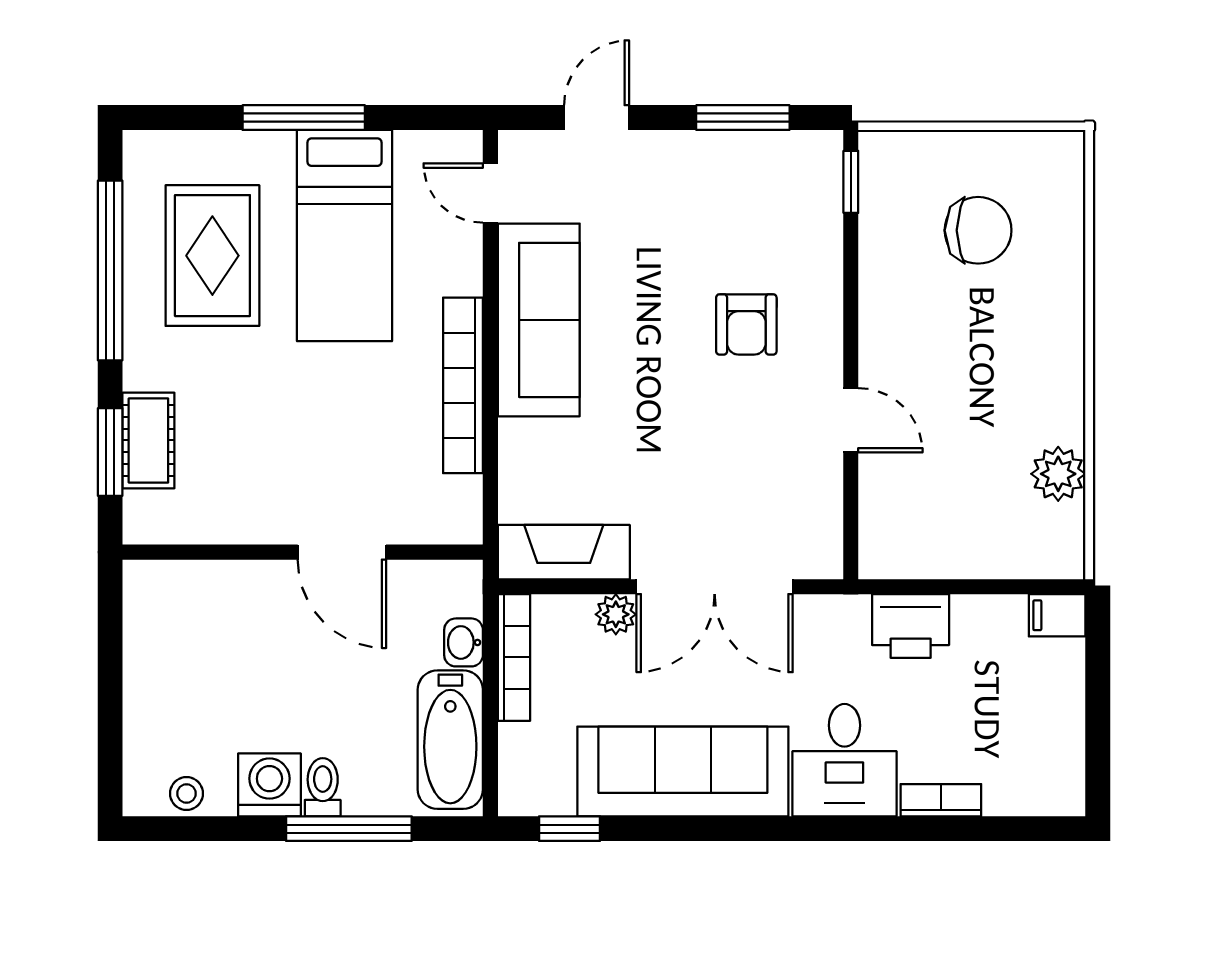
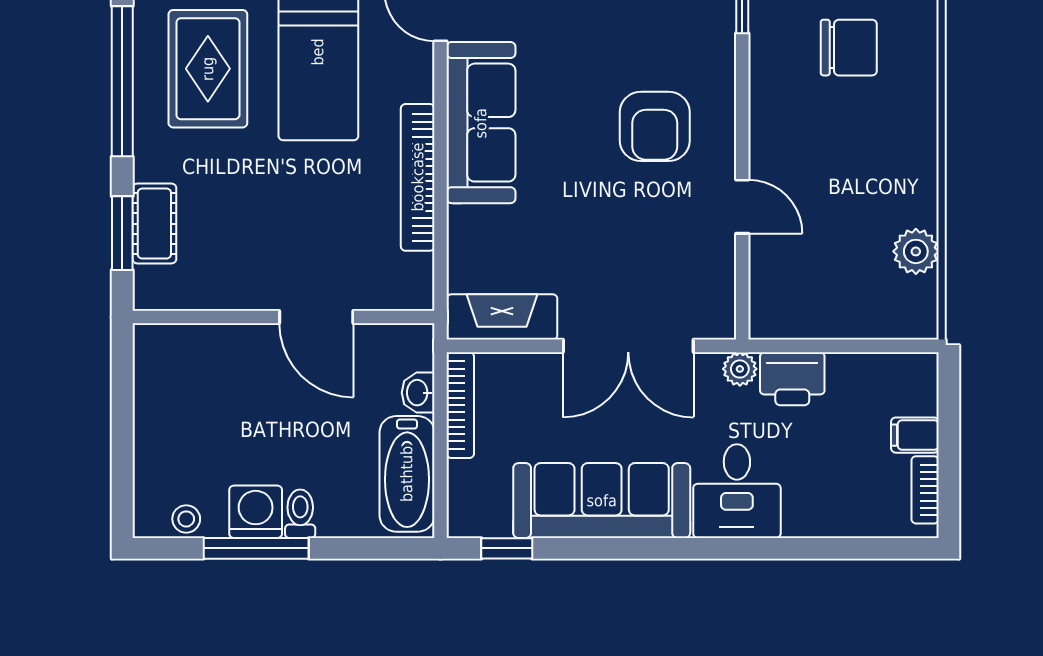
armchair: (746, 324) -> (655, 126), width x1.38, depth x1.38
plant: (616, 614) -> (740, 369), moved
filing cabinet: (1057, 615) -> (915, 435), moved
bookcase: (941, 800) -> (925, 490), moved, turned -90
window: (349, 829) -> (256, 548), moved

